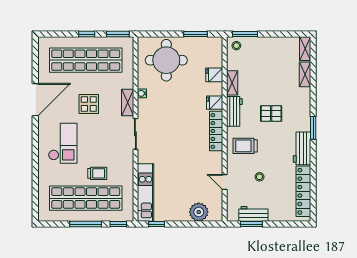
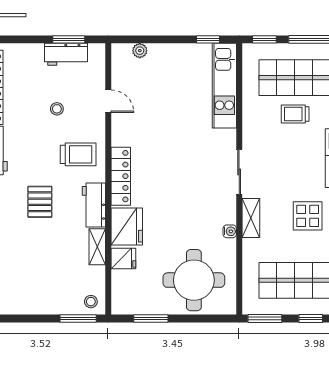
fridge: (215, 103) -> (127, 227), width x1.88, depth x1.34
pallet: (271, 114) -> (40, 202), turned 90
plant: (199, 212) -> (140, 51), width x0.53, depth x0.53

